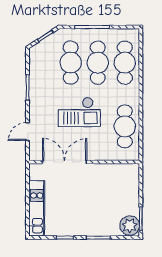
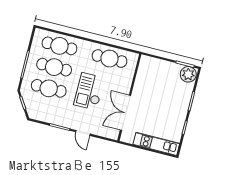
checkout: (79, 112) -> (89, 91), turned 180
door: (28, 132) -> (83, 133), moved

